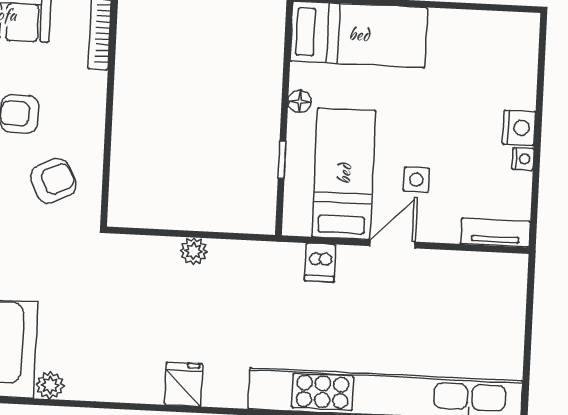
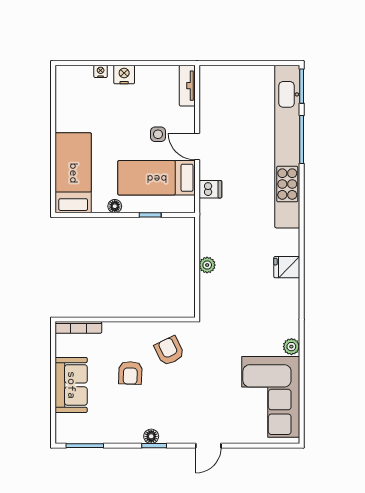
nightstand: (523, 159) -> (101, 71), moved

